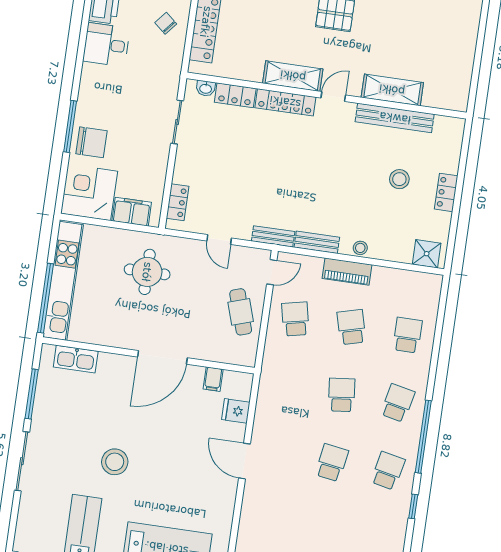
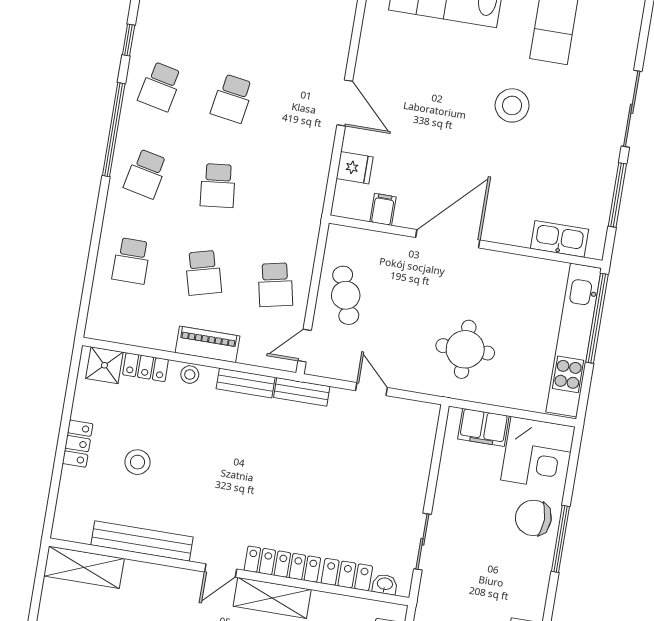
shelving: (392, 90) -> (84, 567), moved
locker: (177, 202) -> (146, 367), moved, turned -90

